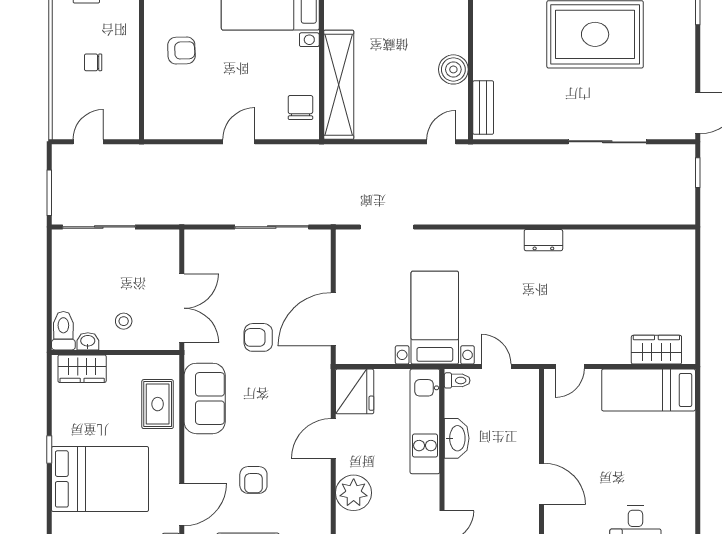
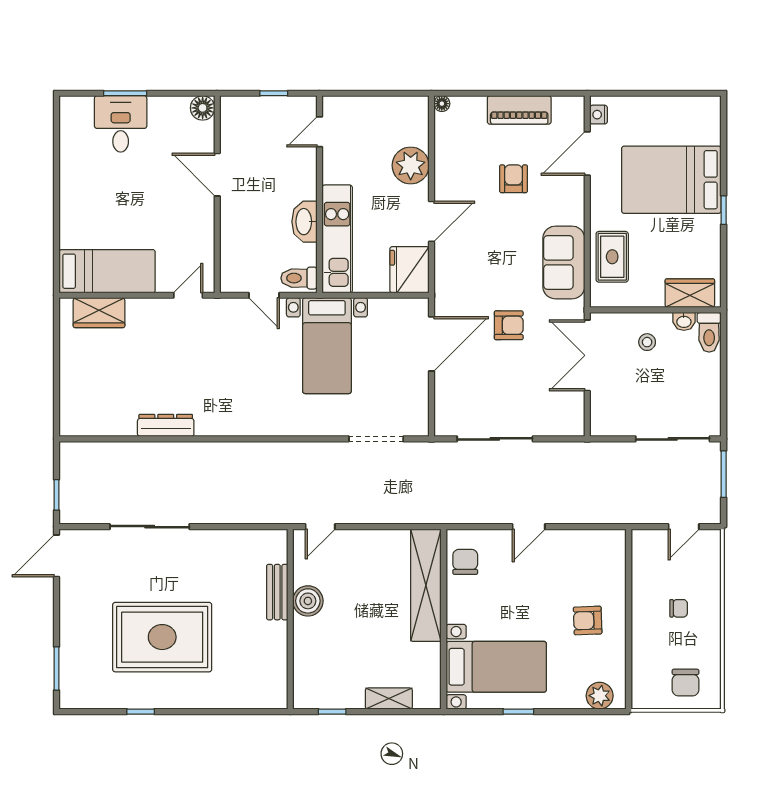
chair: (300, 107) -> (465, 562), turned 180
bench: (483, 108) -> (277, 592), moved
dresser: (543, 240) -> (166, 425), moved, width x1.44
toilet: (457, 380) -> (299, 278), width x1.37, depth x1.39

